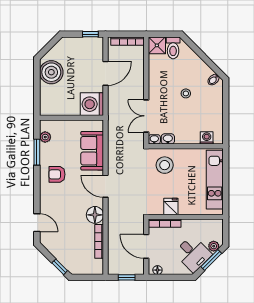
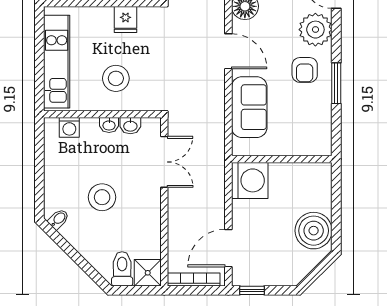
door: (106, 73) -> (228, 248), moved
stool: (186, 93) -> (102, 197), width x1.89, depth x1.89
plant: (45, 137) -> (315, 30), moved, width x1.88, depth x1.88
washbasin: (154, 139) -> (109, 125), moved
window: (37, 152) -> (336, 83), moved
stool: (165, 165) -> (116, 78), moved
armchair: (57, 174) -> (305, 70), turned 90

